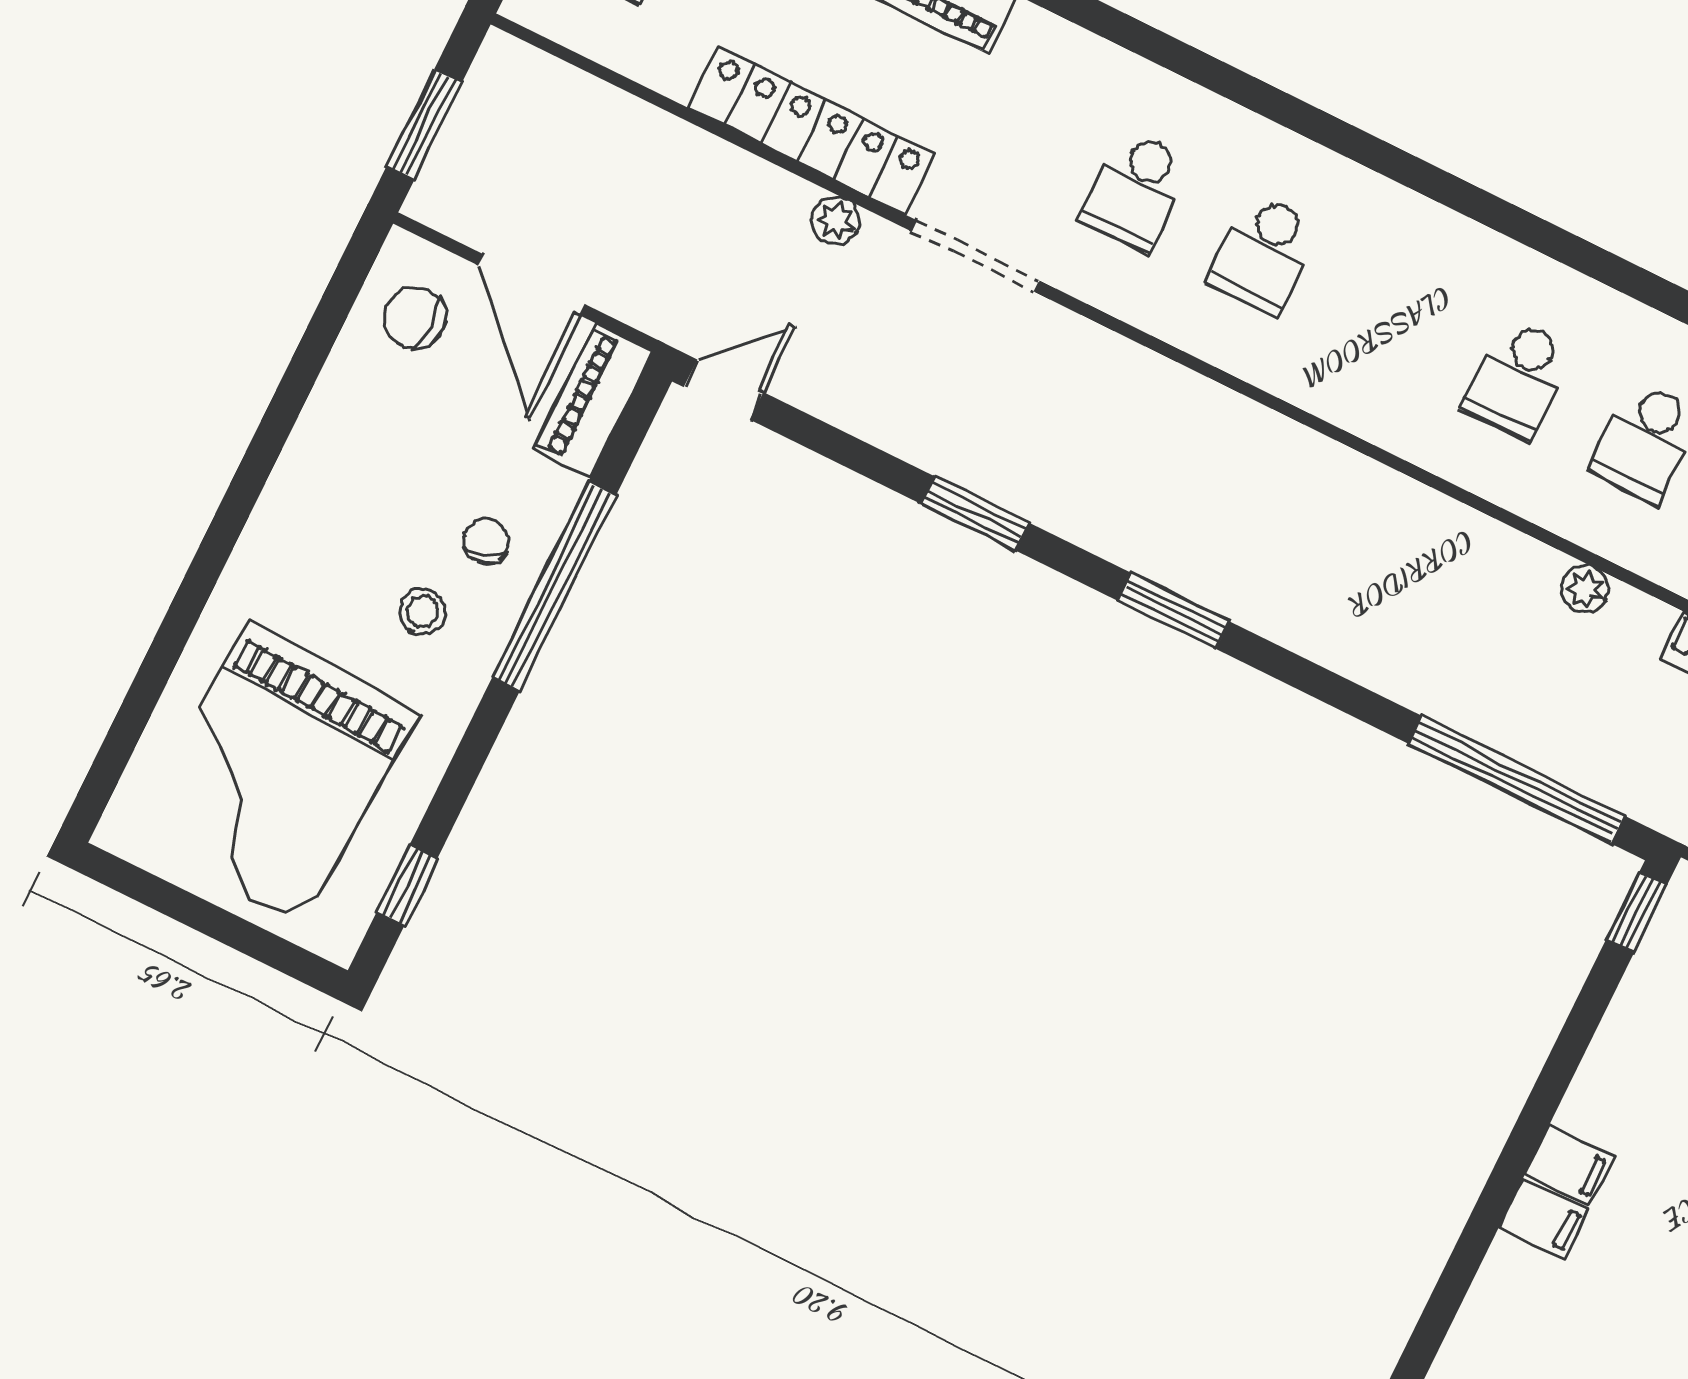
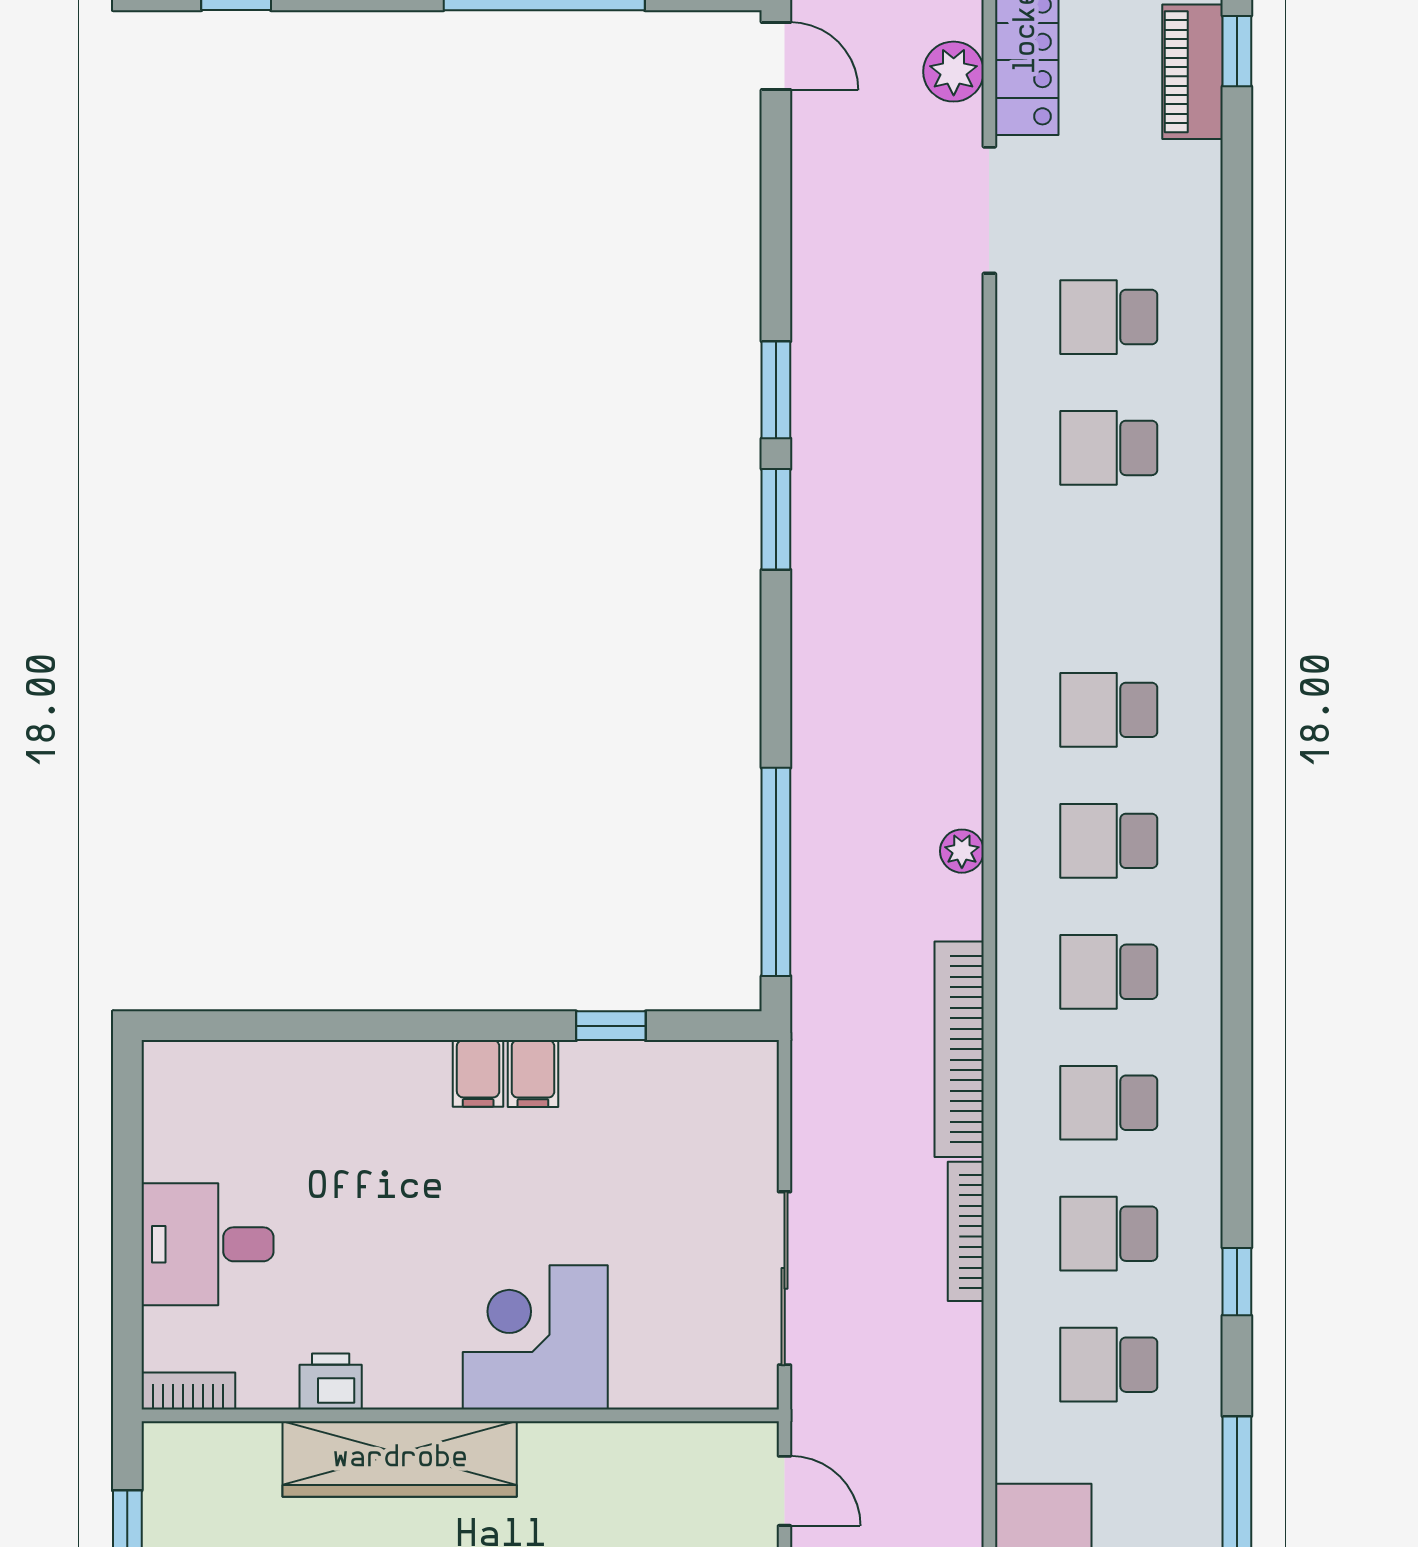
plant: (835, 220) -> (954, 72), width x1.38, depth x1.38
window: (975, 514) -> (776, 390), moved
window: (1637, 912) -> (611, 1026), moved
filing cabinet: (1543, 1219) -> (533, 1074), moved

